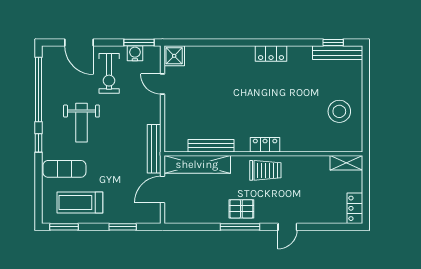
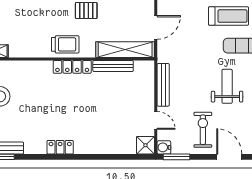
water cooler: (135, 53) -> (164, 147), moved, turned 90
locker: (265, 145) -> (72, 67), width x1.53
bench: (154, 149) -> (163, 85), moved
trolley: (265, 170) -> (65, 44), turned 180

